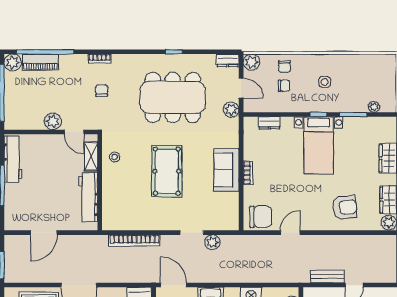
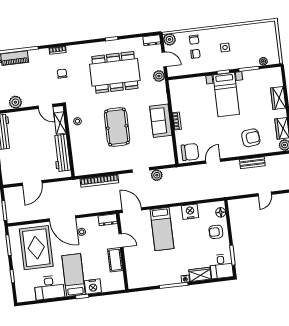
plant: (53, 121) -> (15, 102), moved
dresser: (269, 123) -> (188, 82), removed
bench: (327, 276) -> (252, 163), moved

